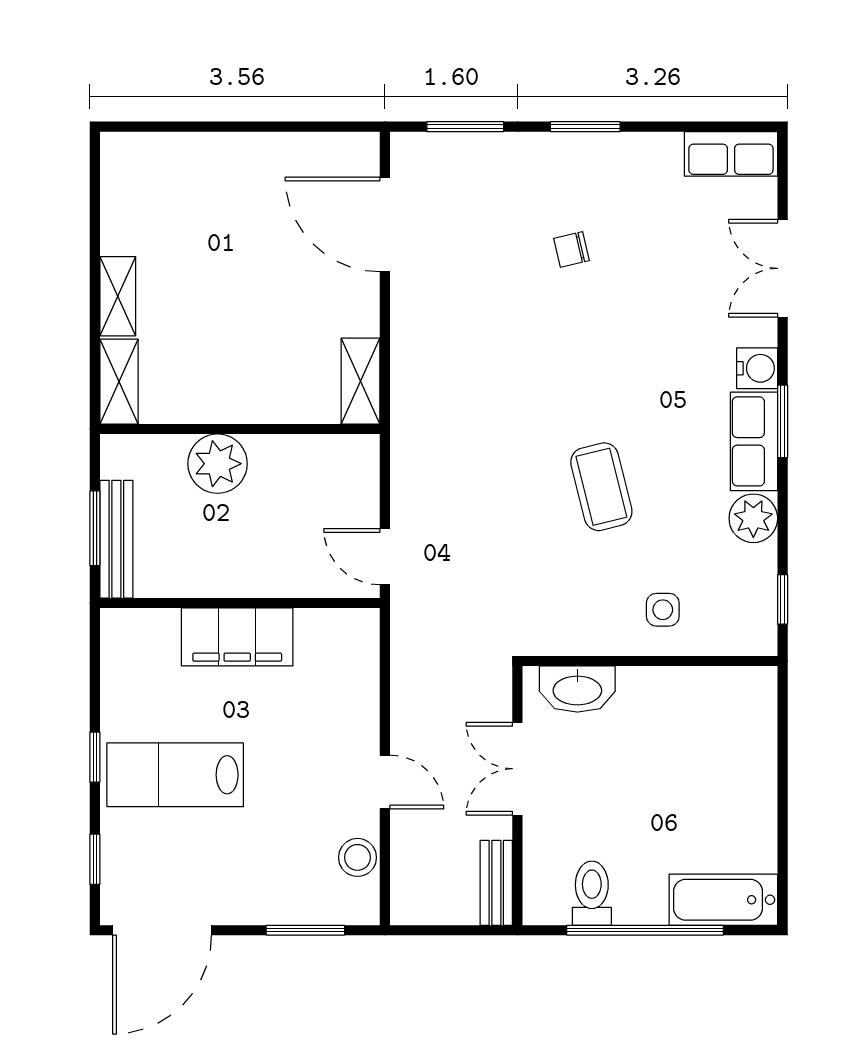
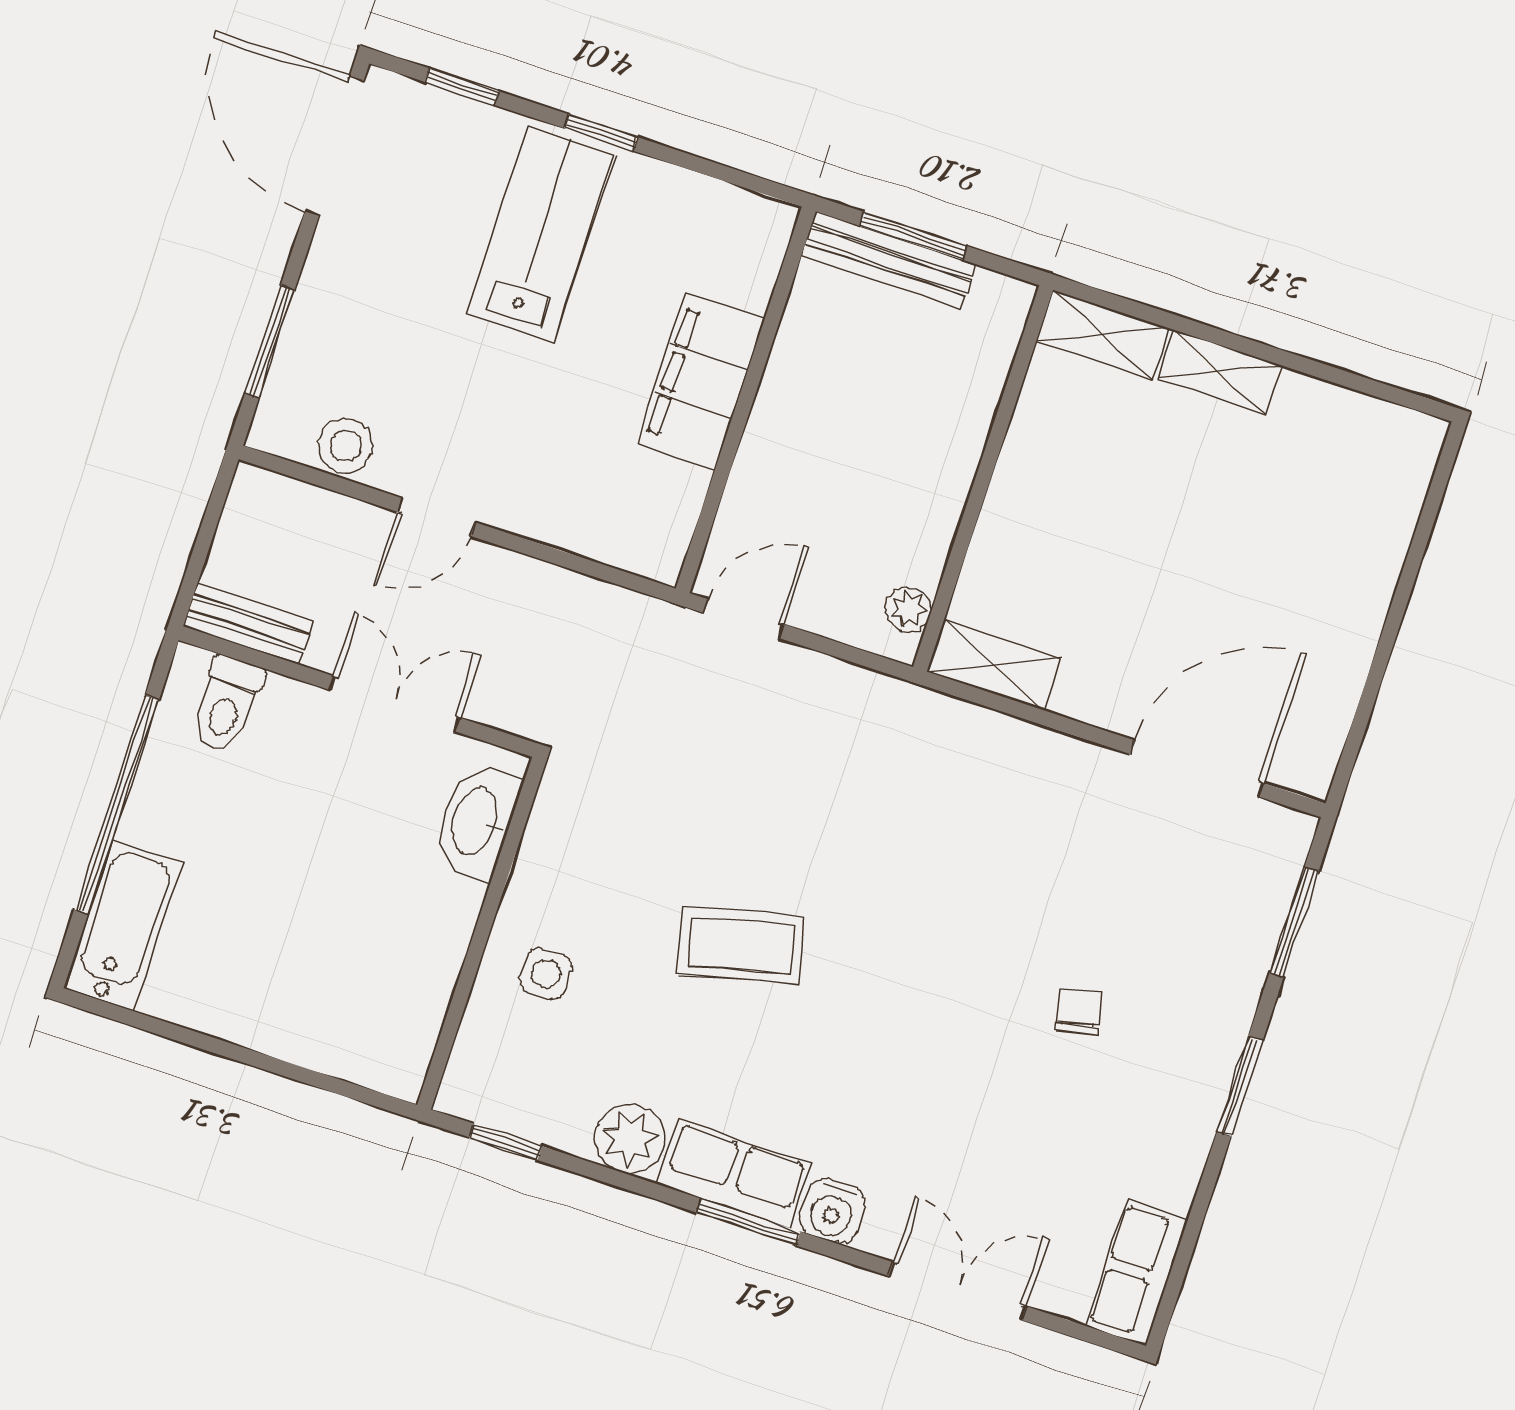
plant: (218, 464) -> (908, 609), moved, width x0.53, depth x0.53
toilet: (592, 893) -> (227, 705), moved, turned 90

